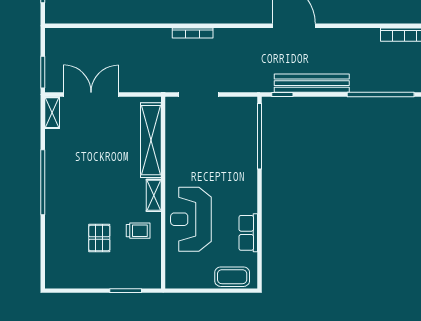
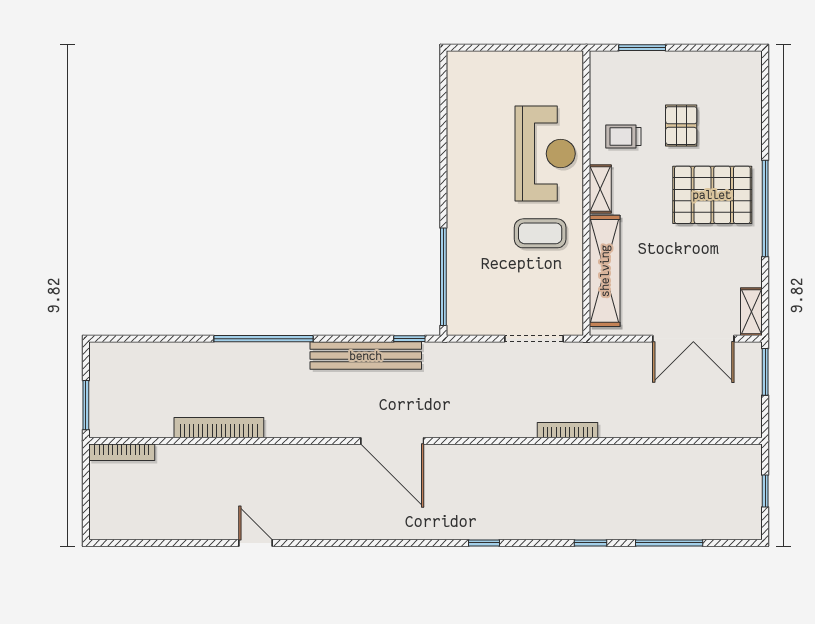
bookcase: (193, 33) -> (568, 430), moved
pallet: (78, 191) -> (712, 195), added
row of seats: (248, 233) -> (460, 133), removed
coffee table: (232, 277) -> (540, 233), moved

